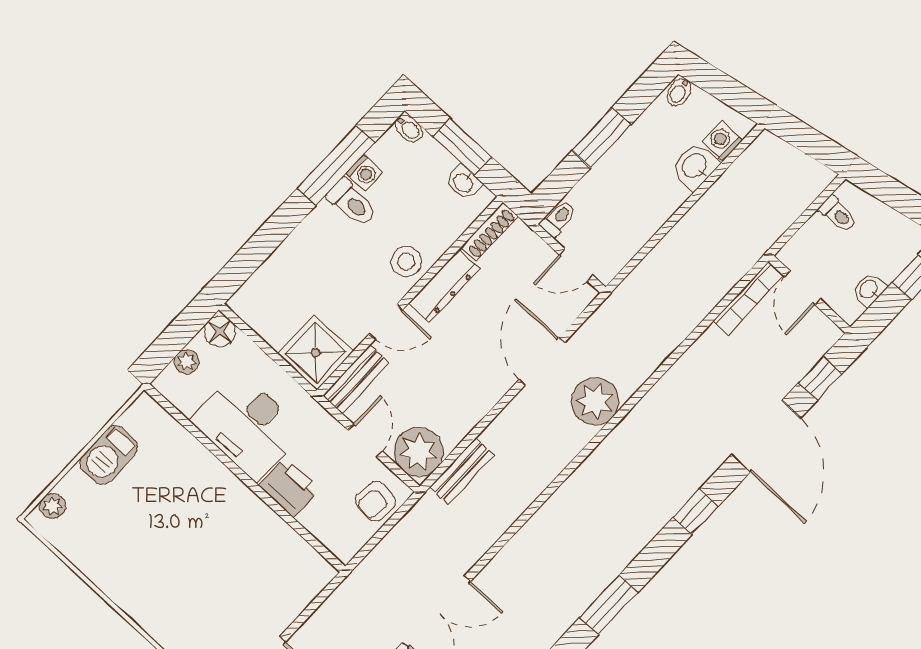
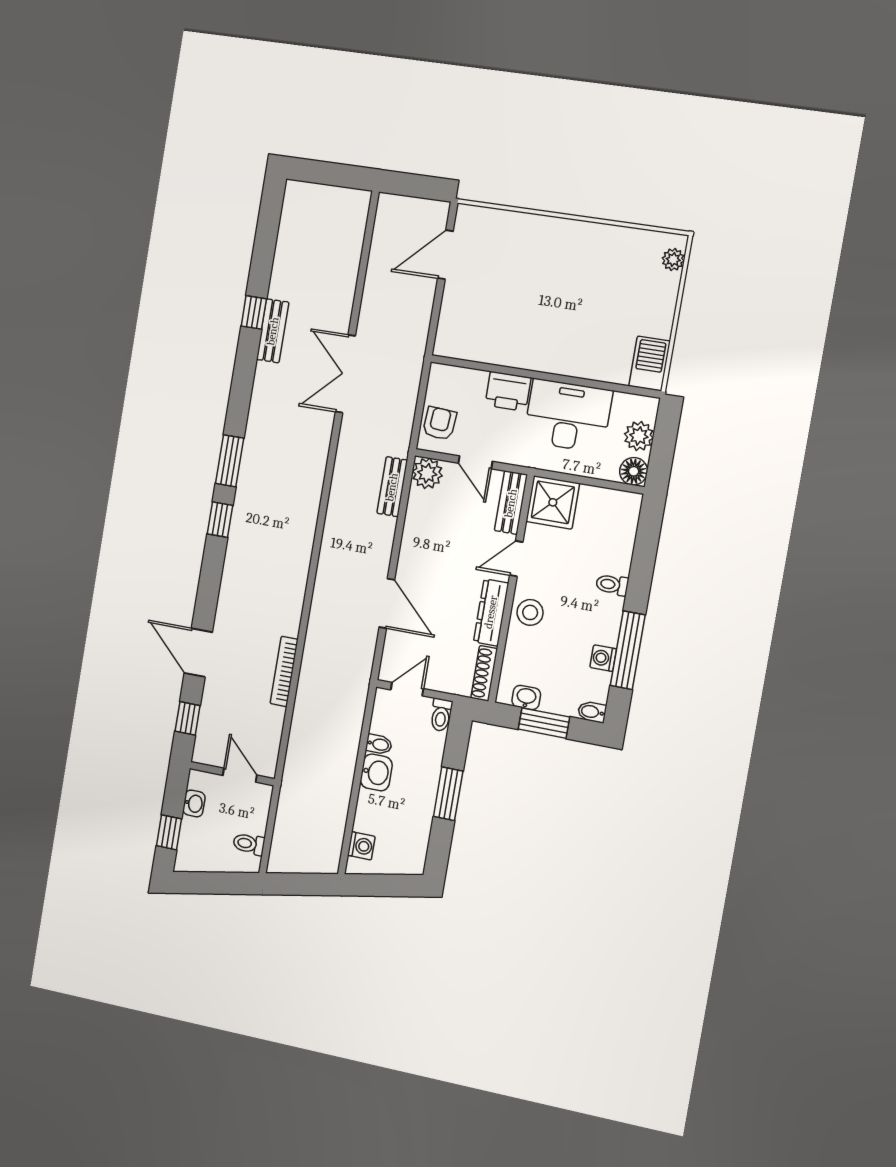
bidet: (679, 92) -> (379, 744), moved, turned 101
washbasin: (695, 166) -> (376, 772), moved
toilet: (352, 203) -> (612, 585), moved, width x0.73, depth x0.72
bookcase: (748, 298) -> (284, 671), moved
plant: (187, 362) -> (639, 436), width x1.38, depth x1.38
plant: (595, 401) -> (331, 599), removed
door: (766, 436) -> (198, 653), width x0.73
plant: (419, 452) -> (427, 473), width x0.73, depth x0.73
barbecue: (109, 455) -> (650, 364), moved
window: (696, 512) -> (220, 520), moved

